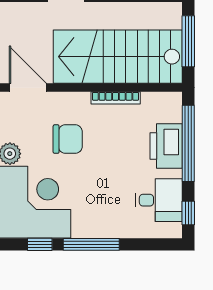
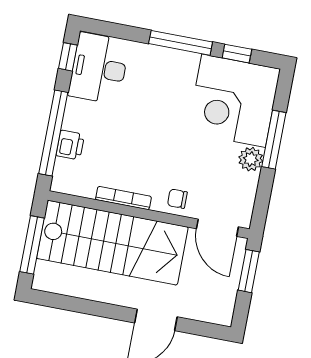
chair: (68, 139) -> (177, 199), moved, width x0.54, depth x0.54
printer: (166, 146) -> (70, 145), width x0.53, depth x0.68
desk: (159, 200) -> (99, 68), width x1.37

